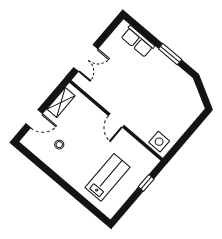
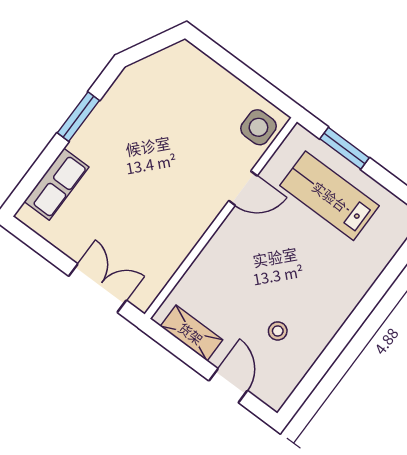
door: (116, 120) -> (243, 188), moved
lab bench: (107, 177) -> (330, 196), moved
window: (146, 183) -> (345, 148), width x1.50

